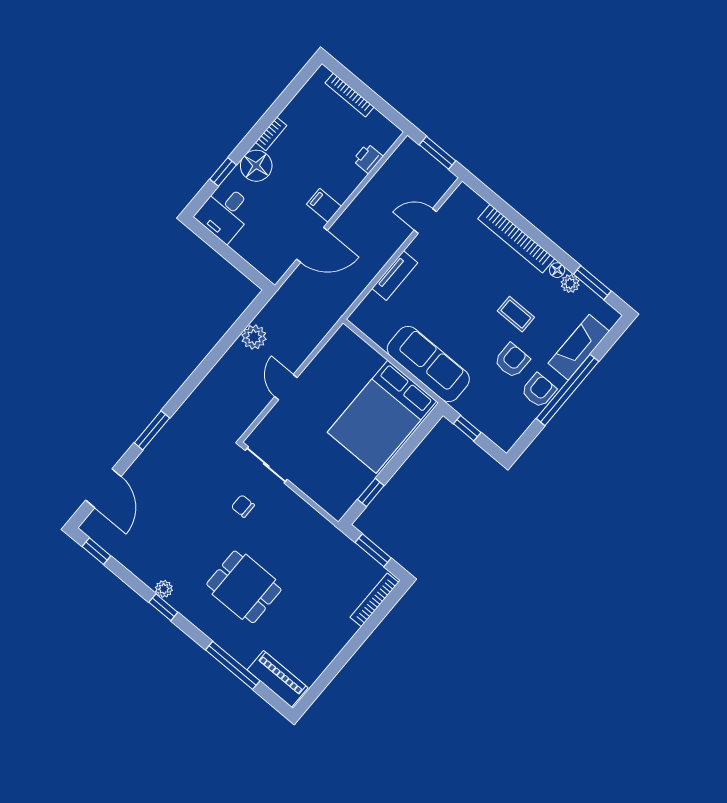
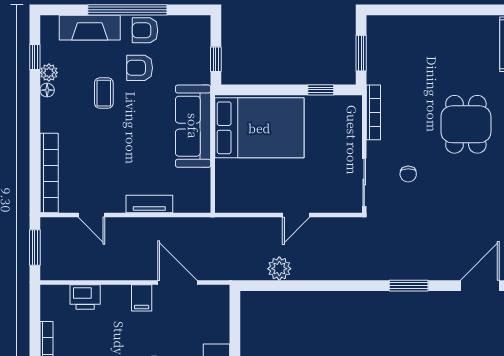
printer: (368, 158) -> (85, 297), width x1.36, depth x1.24
bookcase: (516, 239) -> (49, 173), moved
window: (592, 283) -> (35, 57), width x0.67
bookcase: (374, 600) -> (373, 112), moved, turned -90

